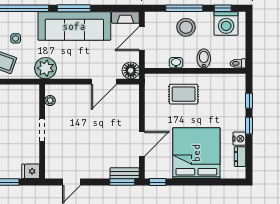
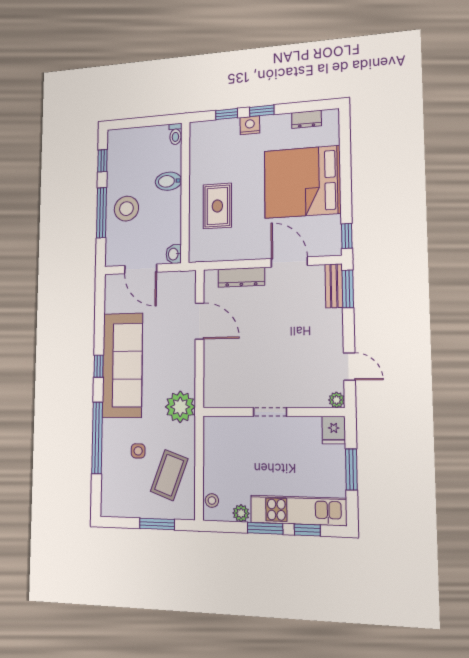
window: (74, 8) -> (99, 366), width x0.46
fireplace: (125, 17) -> (112, 293), removed
washing machine: (226, 23) -> (122, 155), removed
washbasin: (176, 63) -> (174, 254), moved
floor lamp: (131, 70) -> (184, 283), removed
plant: (50, 100) -> (337, 400), moved
dresser: (133, 111) -> (241, 277), added
nightstand: (239, 139) -> (250, 125), moved

